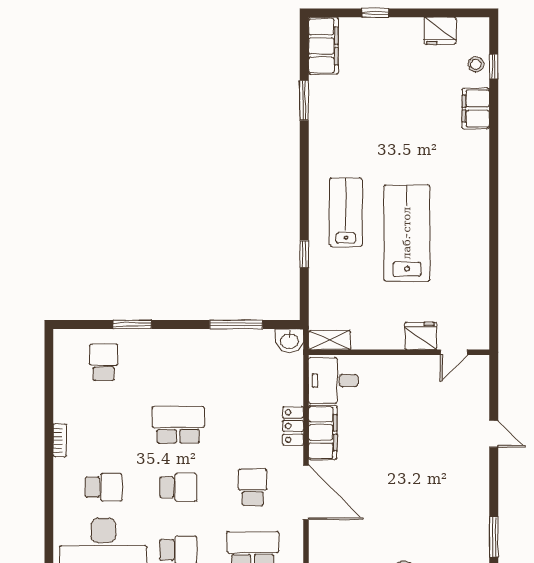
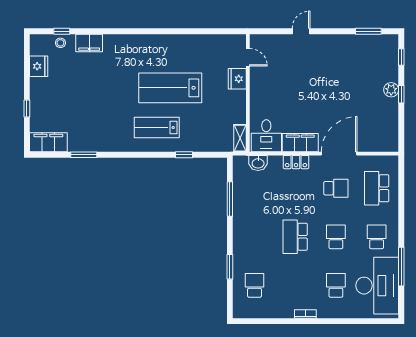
washbasin: (289, 341) -> (258, 163), moved, turned 90
school desk: (104, 362) -> (255, 285), turned 90
school desk: (253, 487) -> (336, 188), turned 180

